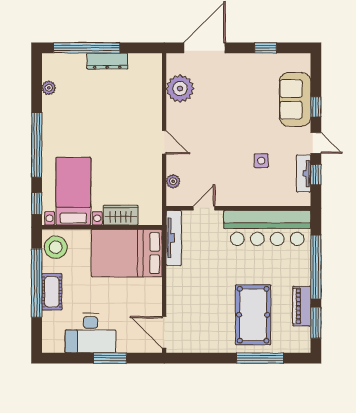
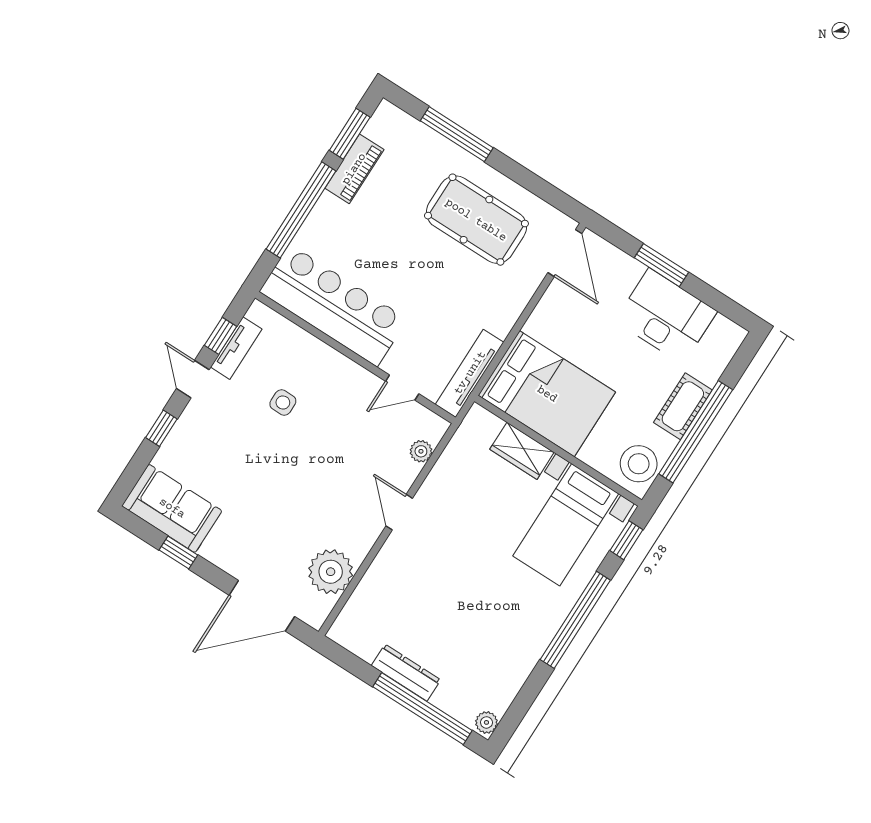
plant: (49, 88) -> (486, 722), moved
sofa: (295, 99) -> (172, 508), moved, turned -90
pool table: (253, 315) -> (476, 220), moved, turned 90

